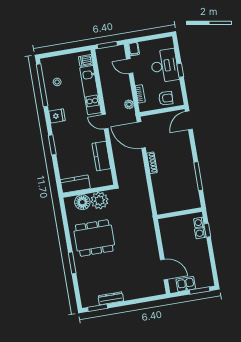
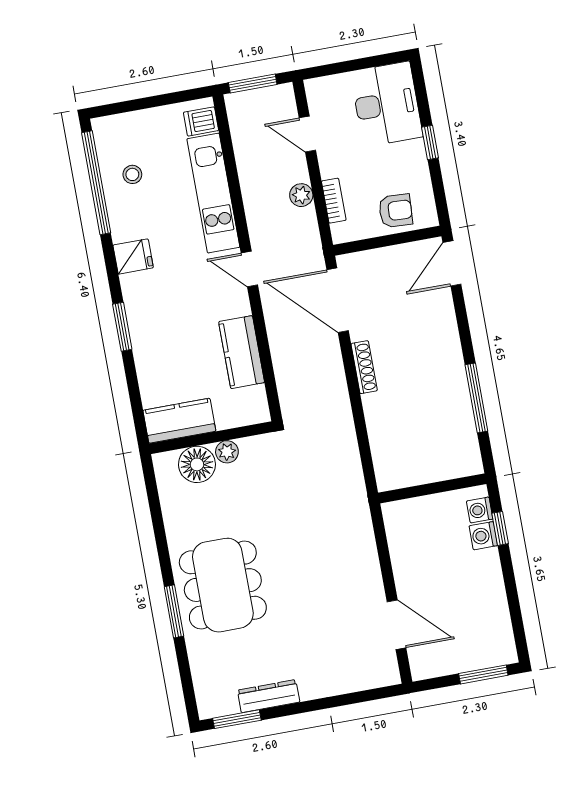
filing cabinet: (134, 49) -> (317, 93), removed
desk: (164, 66) -> (387, 104), moved
plant: (129, 104) -> (301, 195), moved
plant: (99, 200) -> (227, 452), width x0.53, depth x0.53
dining table: (94, 238) -> (223, 585), moved, turned 90
kitchen sink: (186, 284) -> (449, 659), removed

